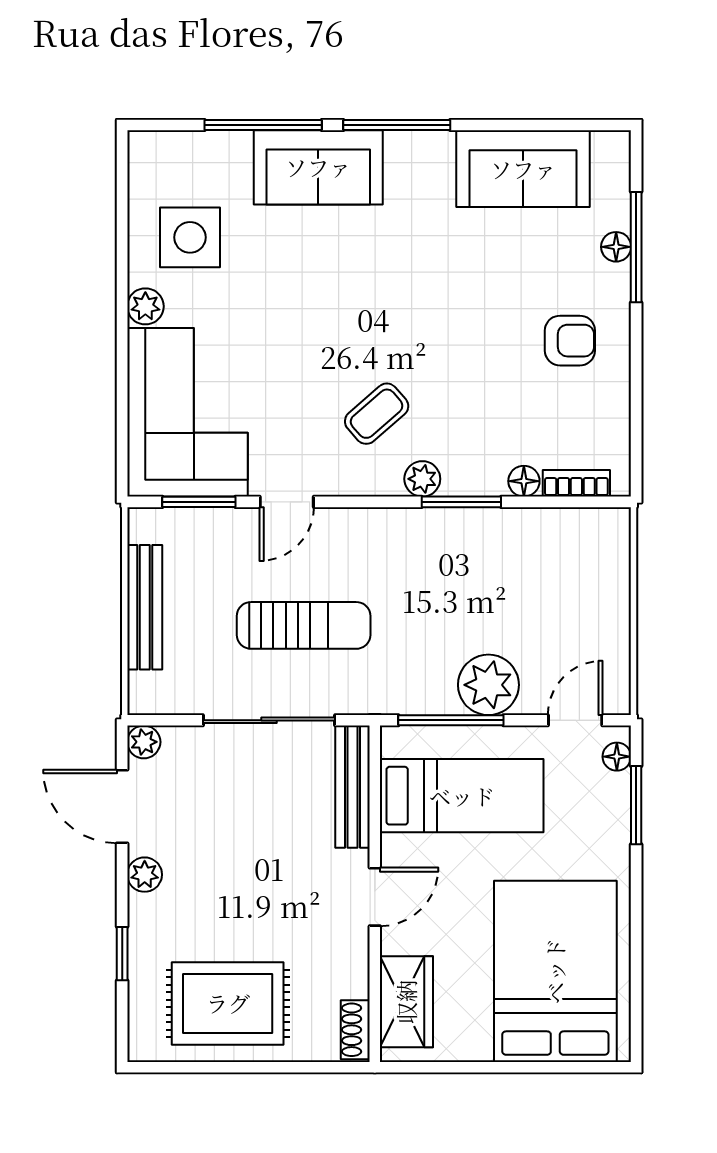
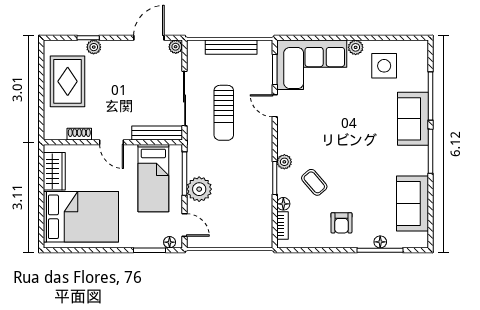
coffee table: (377, 414) -> (314, 182), moved
plant: (145, 875) -> (94, 47), moved
wardrobe: (406, 1002) -> (54, 171), moved, turned -90
shoe rack: (355, 1030) -> (79, 134), moved

